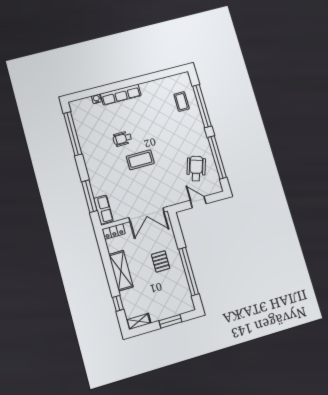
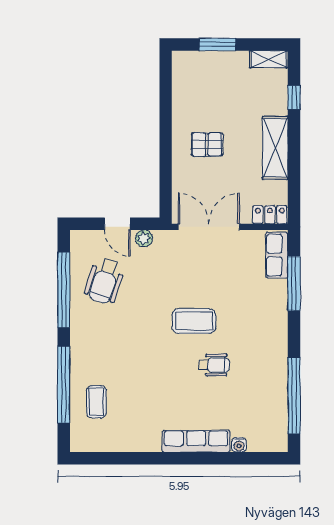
plant: (181, 198) -> (144, 238), added
pallet: (161, 261) -> (207, 144), turned 90
window: (189, 271) -> (166, 115), removed

